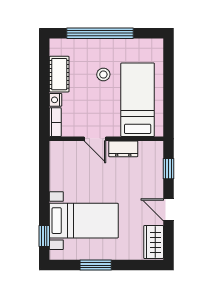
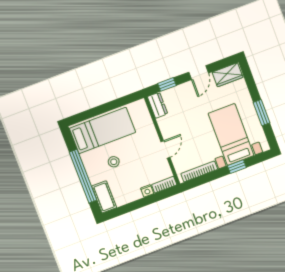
cot: (59, 74) -> (104, 197), moved, turned 90
bed: (138, 100) -> (102, 130), moved, turned 180
dresser: (123, 149) -> (157, 105), moved
bookcase: (55, 168) -> (199, 171), added
window: (44, 236) -> (237, 167), moved

